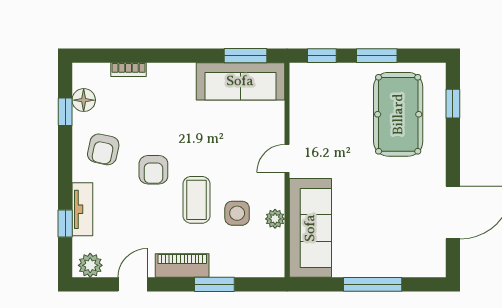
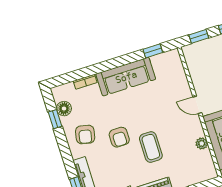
window: (246, 56) -> (153, 51), width x0.67
sofa: (240, 81) -> (126, 77), moved
door: (287, 158) -> (197, 105), hinge flipped
side table: (237, 213) -> (178, 147), removed

